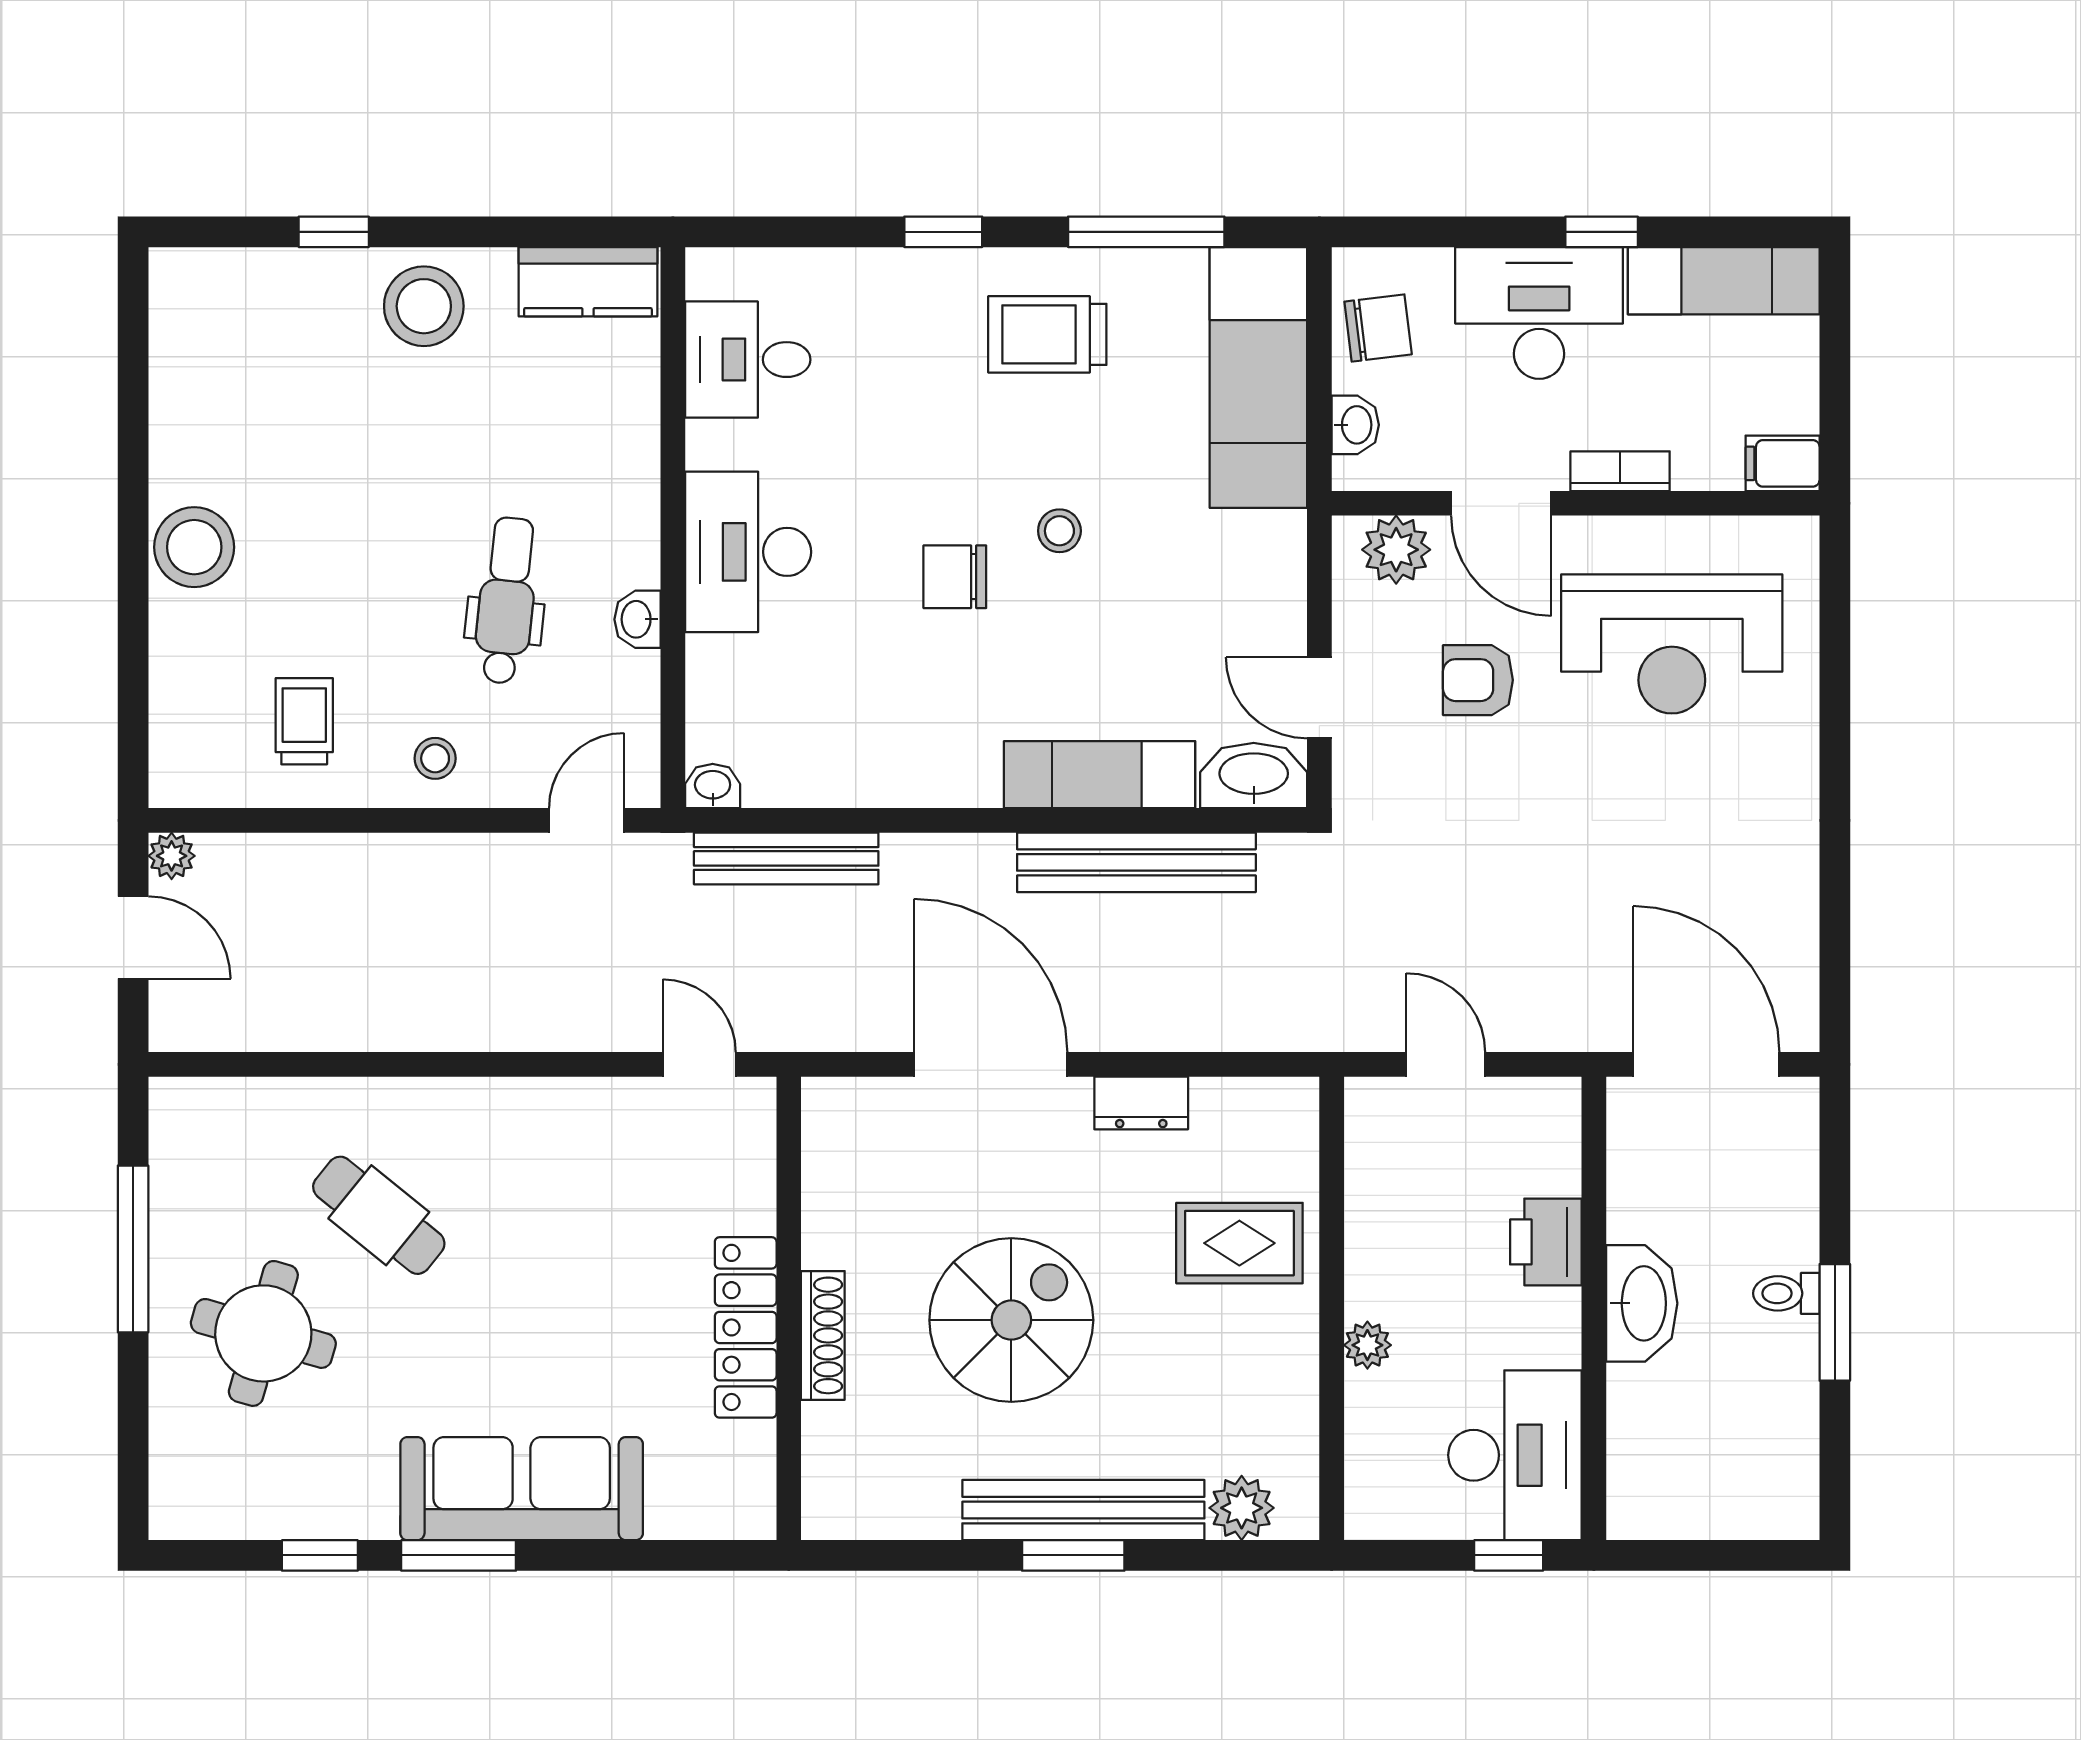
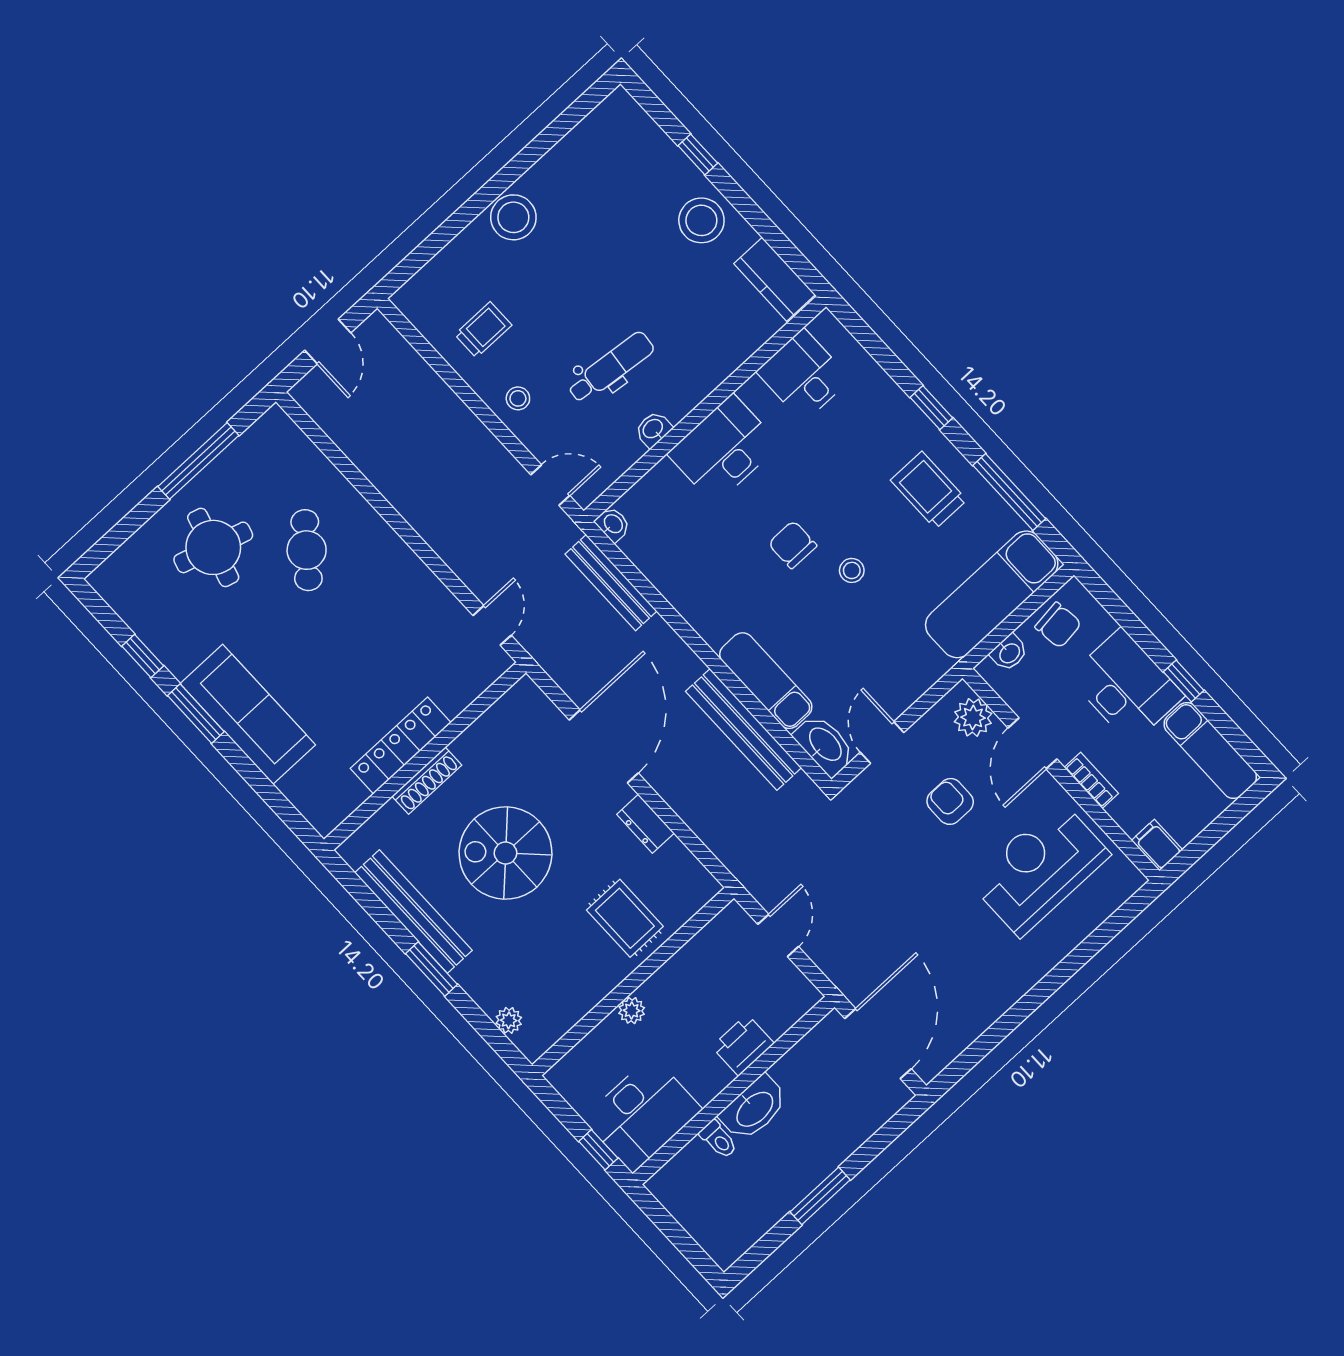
reception desk: (1672, 644) -> (1039, 868), turned 90
plant: (172, 856) -> (376, 326), removed
toilet: (1786, 1293) -> (718, 1139), moved, turned 180
spiral stairs: (1011, 1320) -> (506, 853), turned 180
plant: (1242, 1508) -> (509, 1020), width x0.73, depth x0.73
bench: (1083, 1510) -> (413, 912), moved

